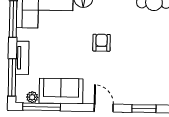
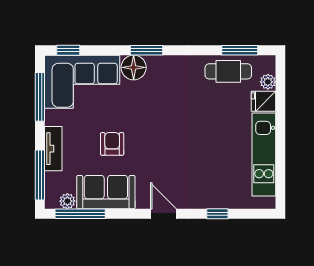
armchair: (102, 43) -> (112, 144), moved
window: (144, 109) -> (217, 214), width x0.67

